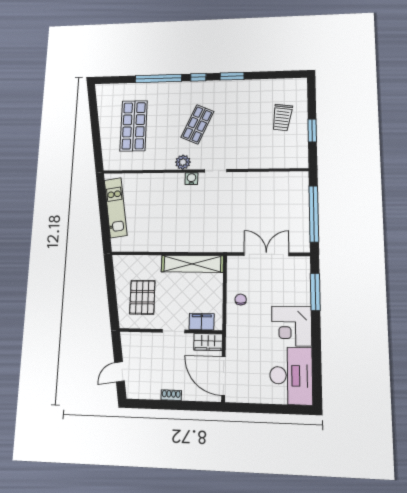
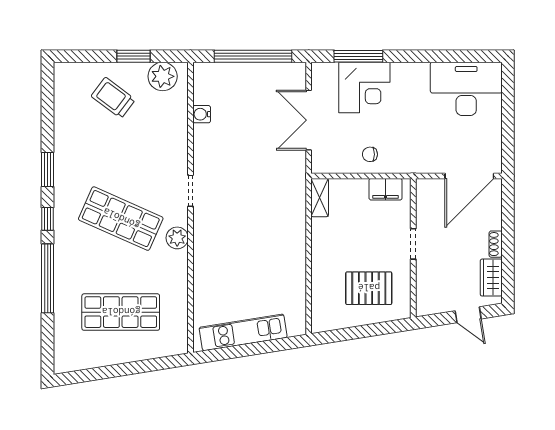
trolley: (282, 118) -> (113, 98), turned -151
shop shelf: (197, 124) -> (121, 219), width x1.43, depth x1.36
plant: (298, 151) -> (163, 76), added
water cooler: (191, 179) -> (202, 114), moved
shelving: (192, 264) -> (320, 198), width x0.45, depth x0.75
filing cabinet: (202, 322) -> (386, 189), moved, turned -90
corner desk: (292, 326) -> (364, 87), moved
wardrobe: (208, 342) -> (491, 278), moved, turned 180

